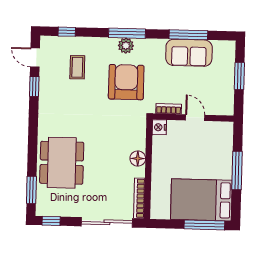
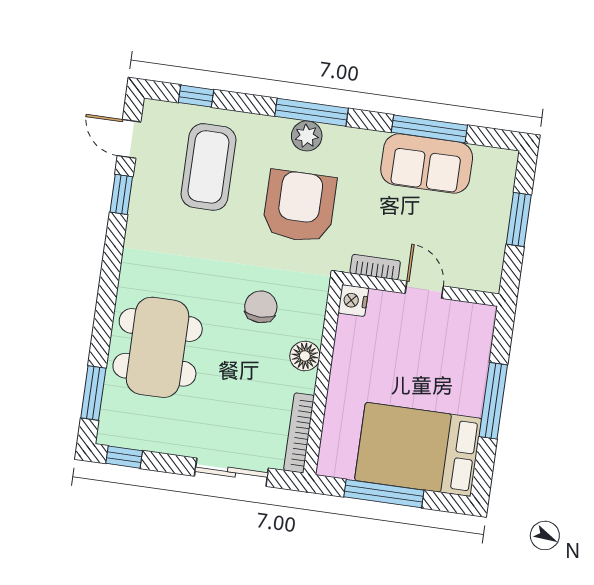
coffee table: (77, 67) -> (208, 167), width x1.86, depth x1.72
chair: (112, 136) -> (261, 307), added
sliding door: (107, 222) -> (231, 472), width x0.73
window: (204, 225) -> (384, 494), moved

